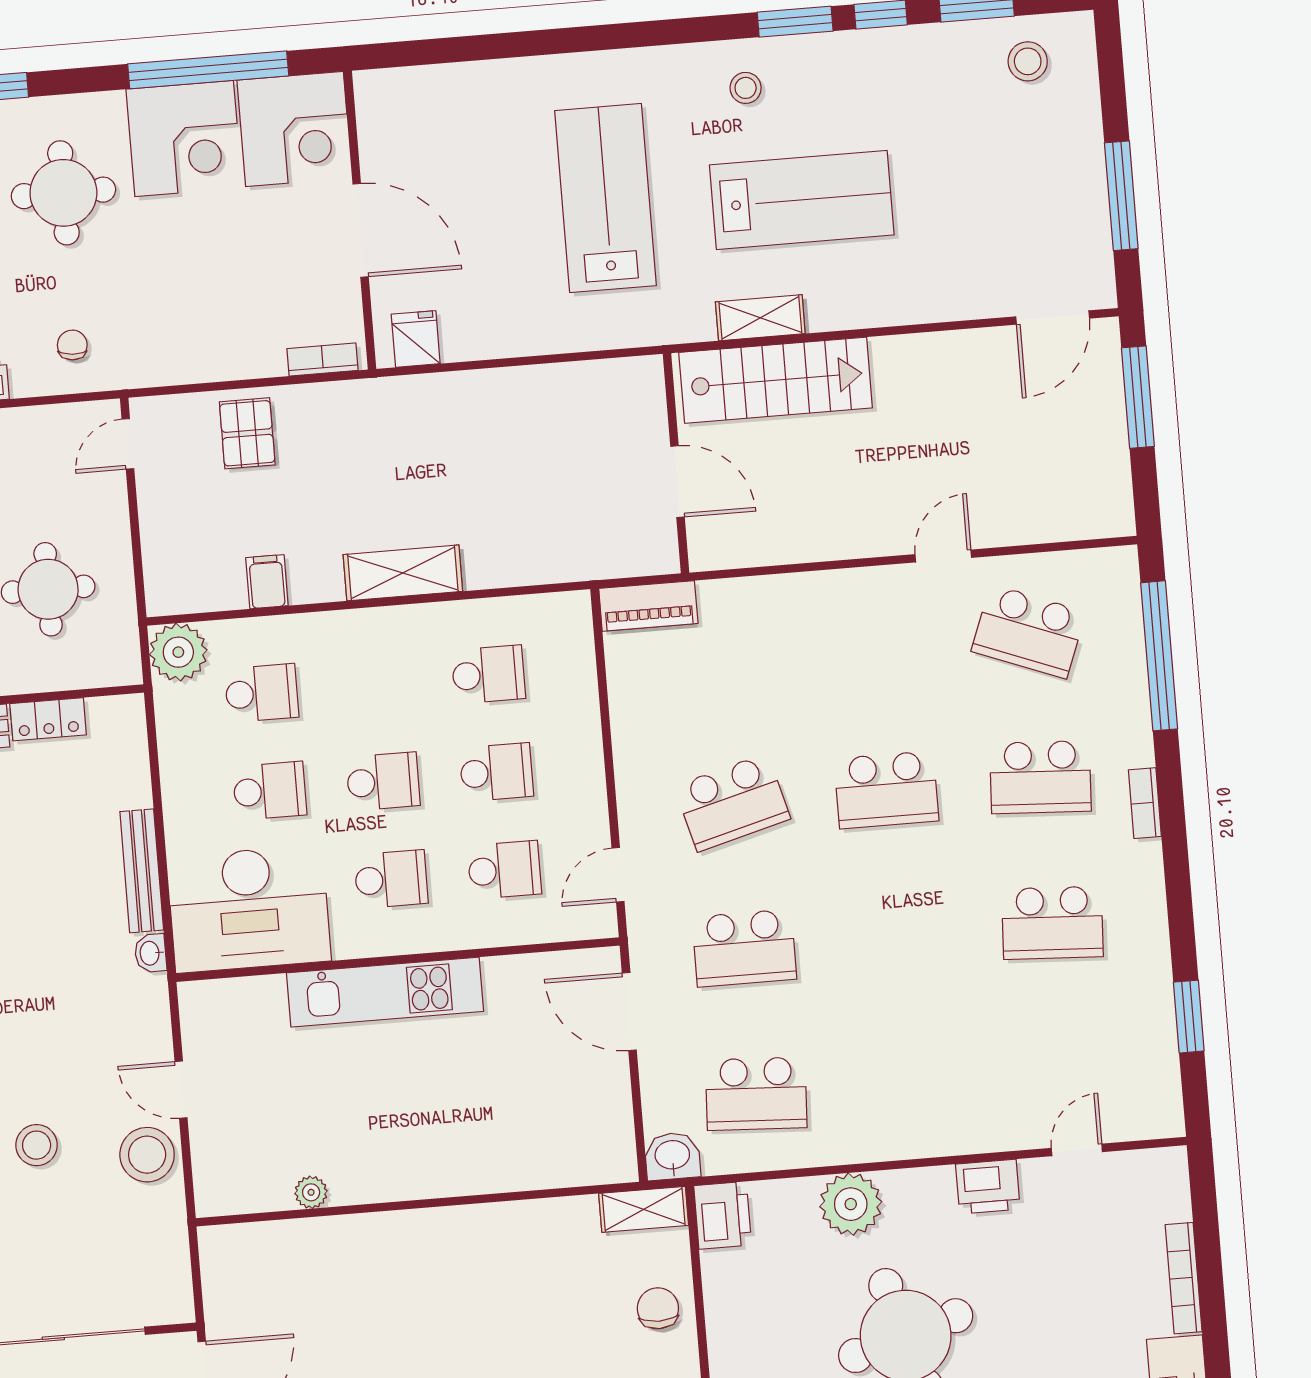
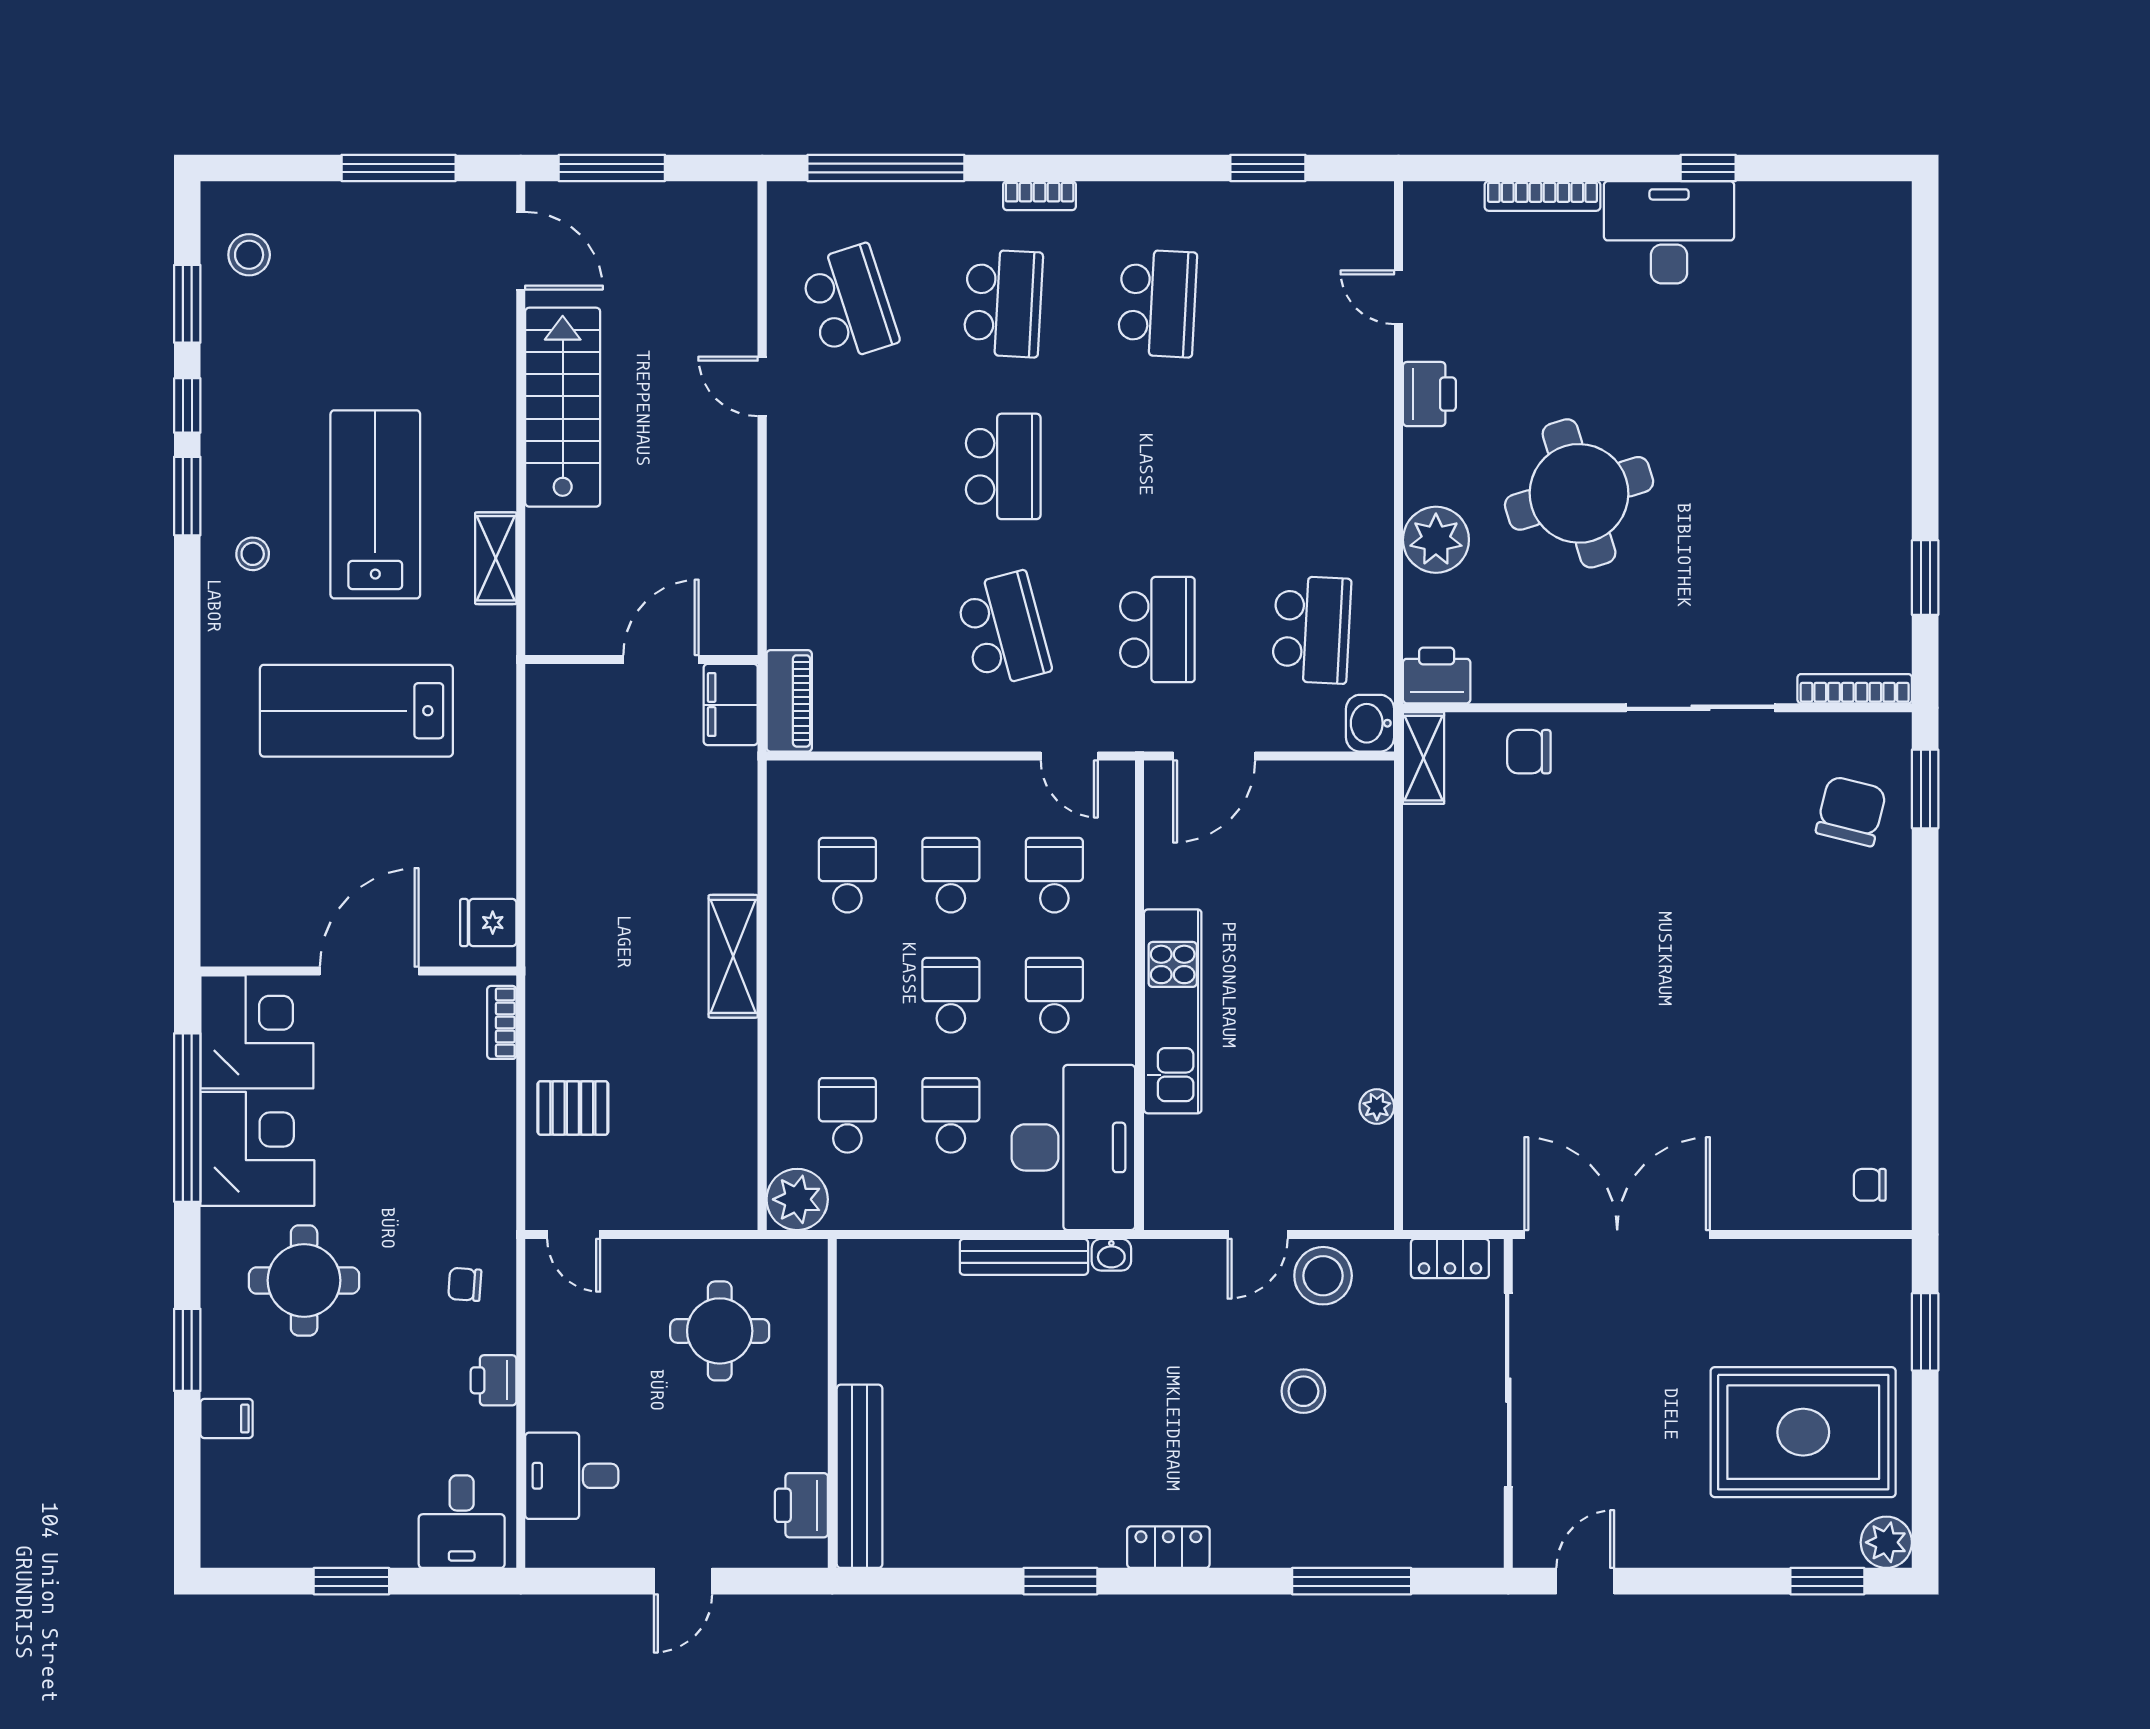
stairs: (776, 380) -> (563, 407), moved
filing cabinet: (267, 582) -> (731, 705), moved, width x2.00
school desk: (1029, 632) -> (849, 303), turned -39
locker: (48, 719) -> (1450, 1259), moved, turned 90

